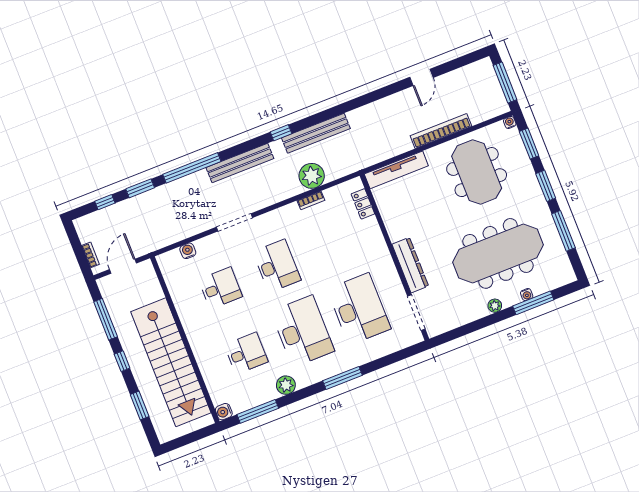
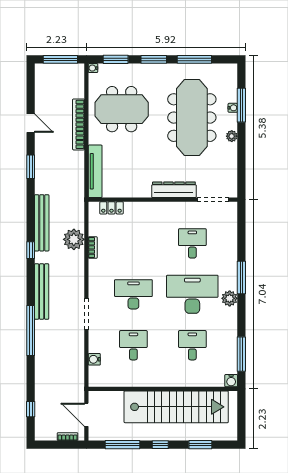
window: (140, 188) -> (31, 167), moved
desk: (359, 309) -> (192, 243), width x0.53, depth x0.77
plant: (286, 385) -> (230, 298), moved

